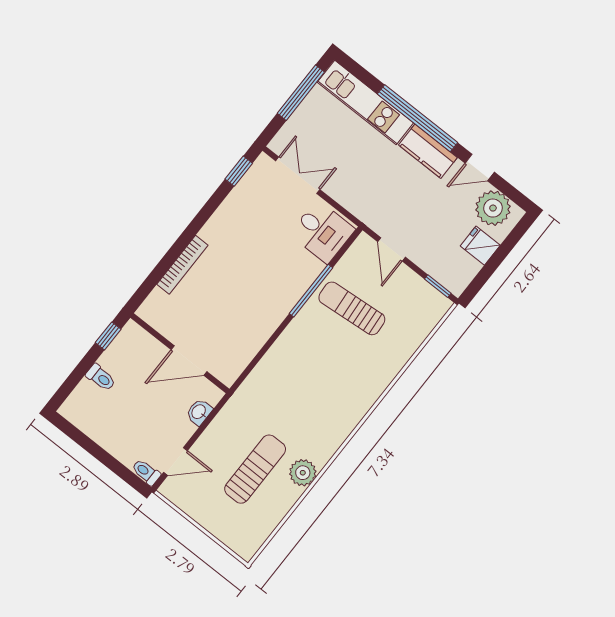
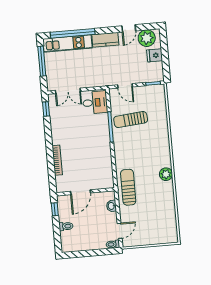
window: (418, 118) -> (73, 33), moved
double door: (298, 175) -> (68, 91), swing flipped
door: (189, 361) -> (80, 192), moved
sun lounger: (255, 469) -> (128, 187), moved
plant: (303, 473) -> (166, 174), moved

